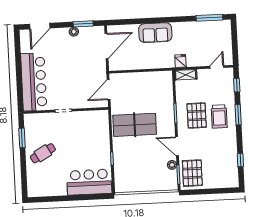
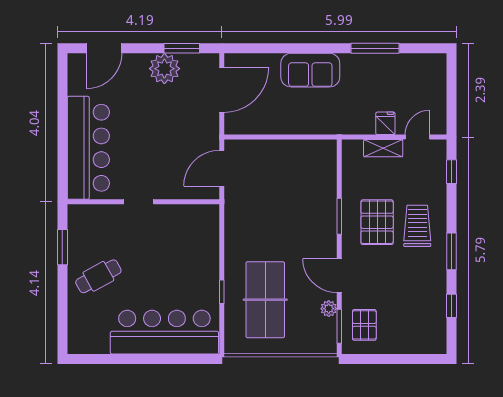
window: (209, 18) -> (375, 48), moved
plant: (74, 32) -> (164, 69), width x1.88, depth x1.88
fridge: (180, 61) -> (385, 123), moved
shelving: (186, 75) -> (383, 148), moved
window: (238, 115) -> (451, 251), moved
trolley: (219, 116) -> (417, 226), turned 180
table tennis table: (135, 125) -> (265, 300), moved, turned 90
pallet: (192, 173) -> (364, 325), width x0.67, depth x0.71
bar counter: (89, 182) -> (164, 332), width x1.36

